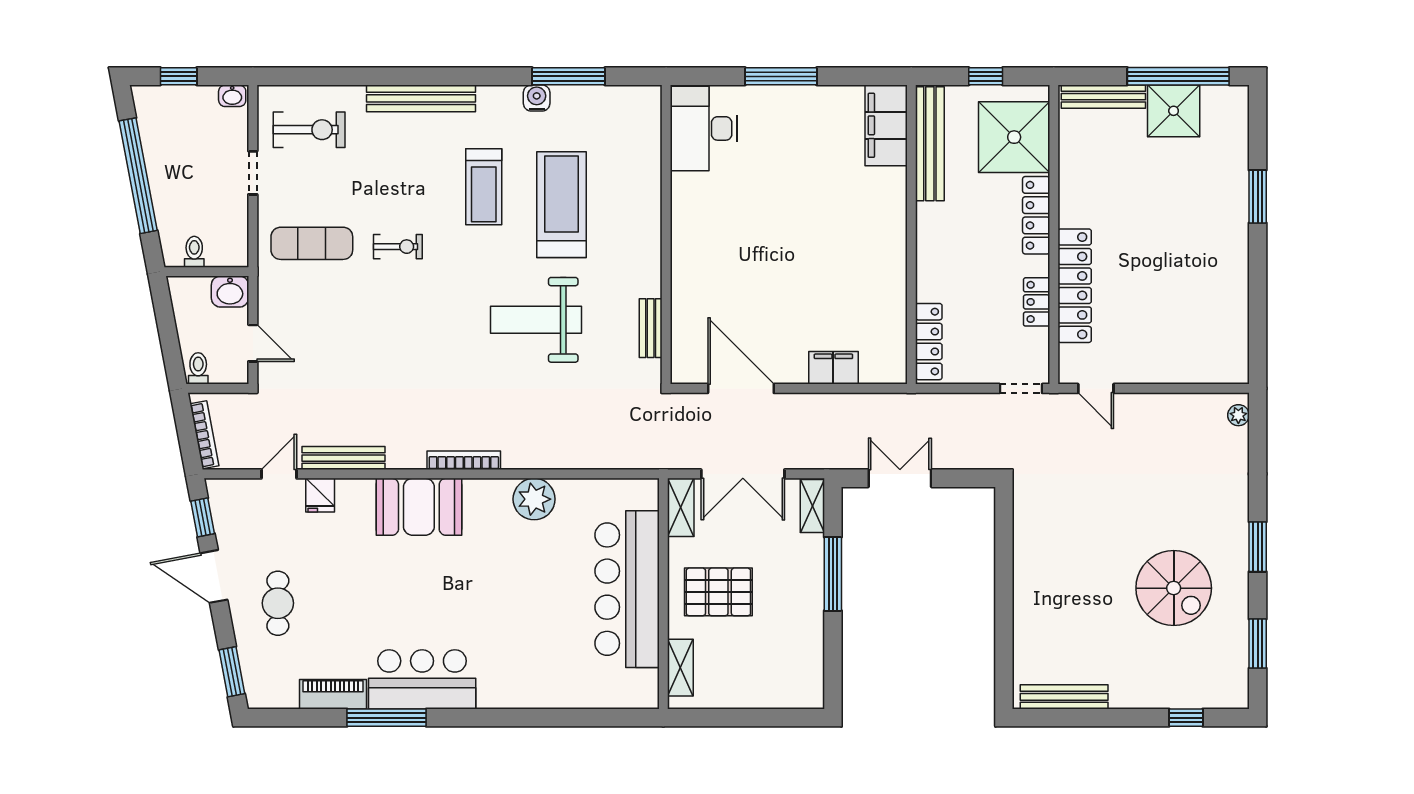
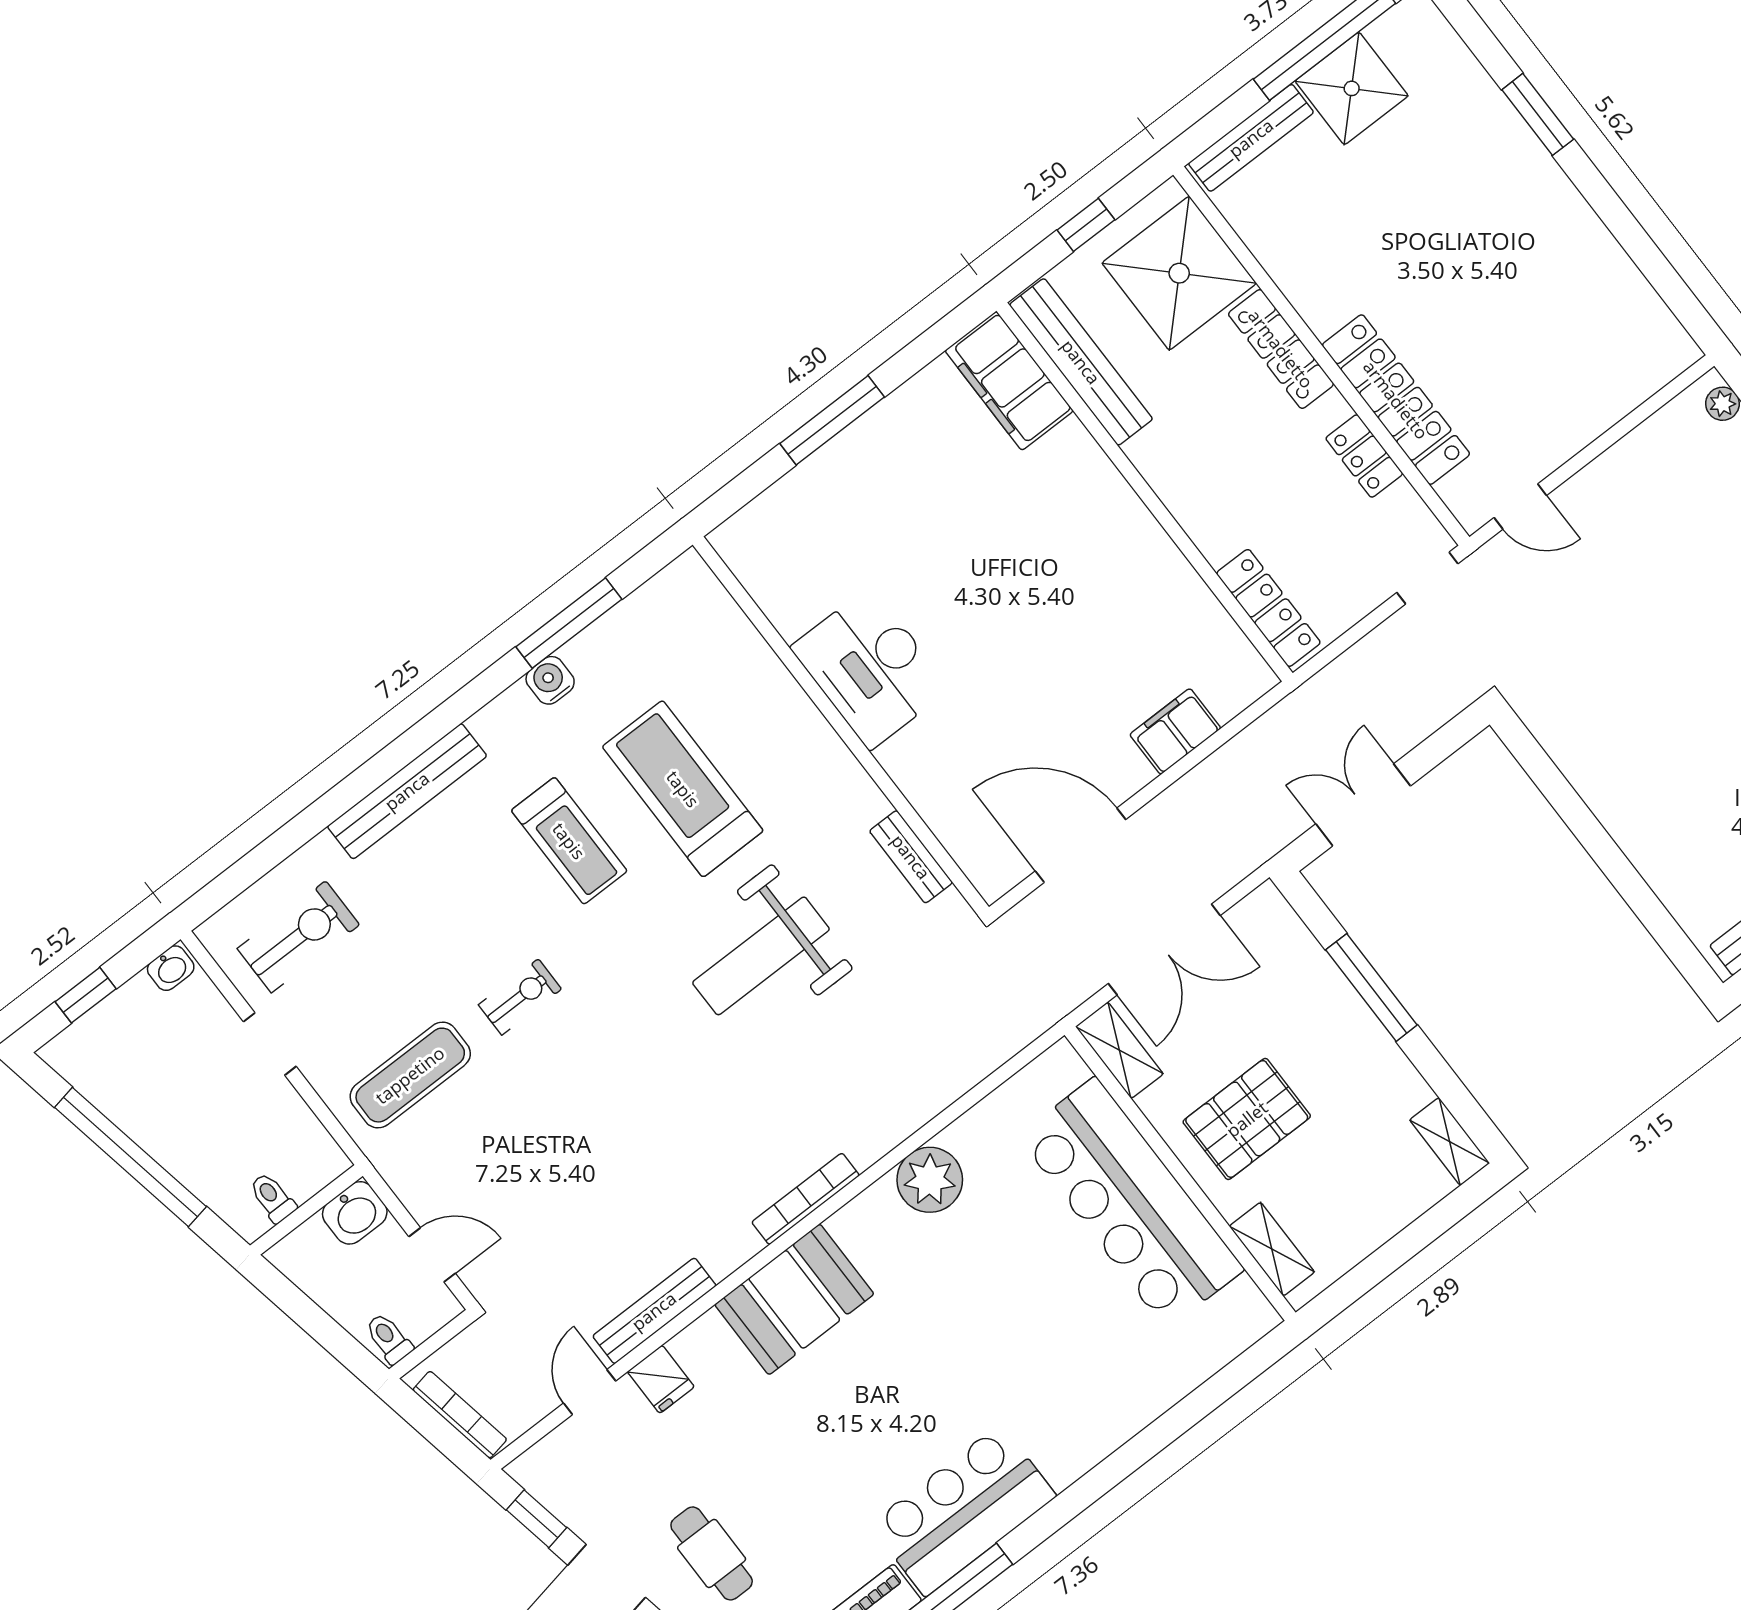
desk: (704, 128) -> (870, 668), moved
shelving: (812, 506) -> (1450, 1142), moved

